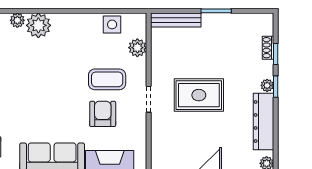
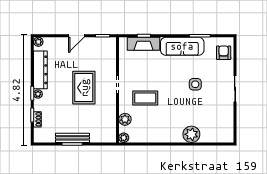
plant: (17, 20) -> (124, 138), moved
bench: (176, 20) -> (73, 138), moved
side table: (112, 24) -> (195, 84), moved
rug: (199, 95) -> (84, 88), turned 90
armchair: (103, 114) -> (148, 75), removed

